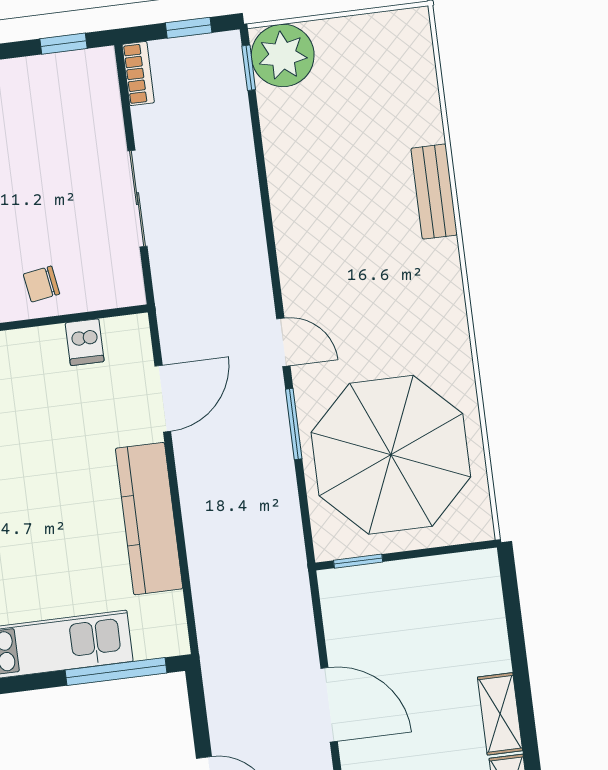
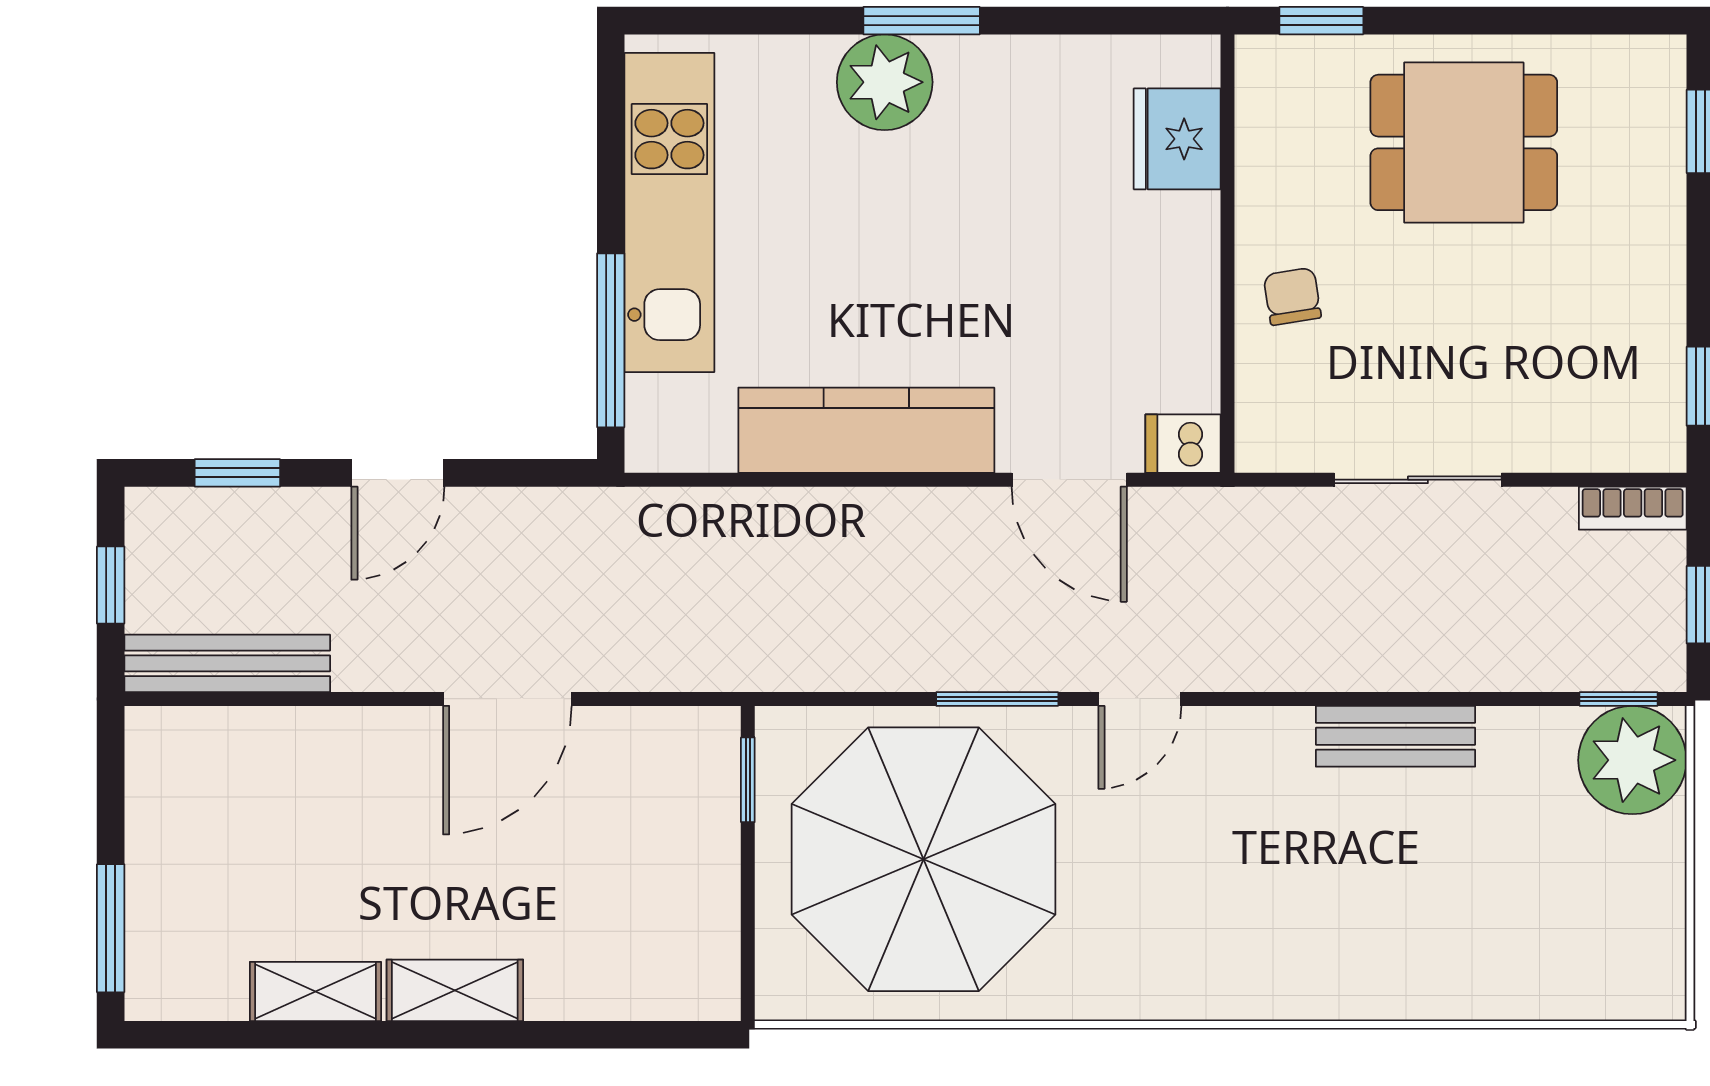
bench: (434, 192) -> (1395, 736), moved
dishwasher: (85, 342) -> (1183, 444), moved

